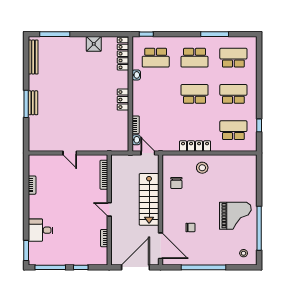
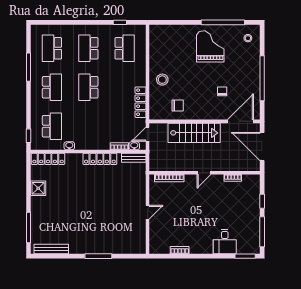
locker: (123, 100) -> (100, 159), width x1.53
bench: (33, 103) -> (134, 158), moved
school desk: (233, 130) -> (125, 48), turned 180
locker: (195, 146) -> (141, 102), moved

